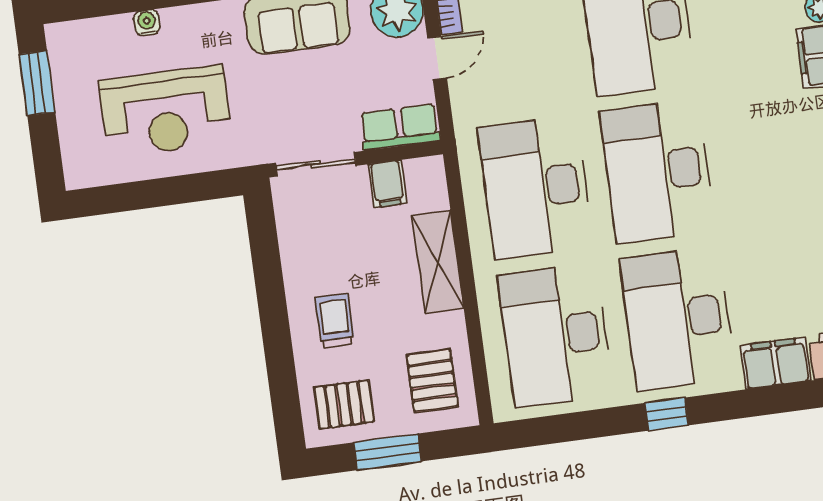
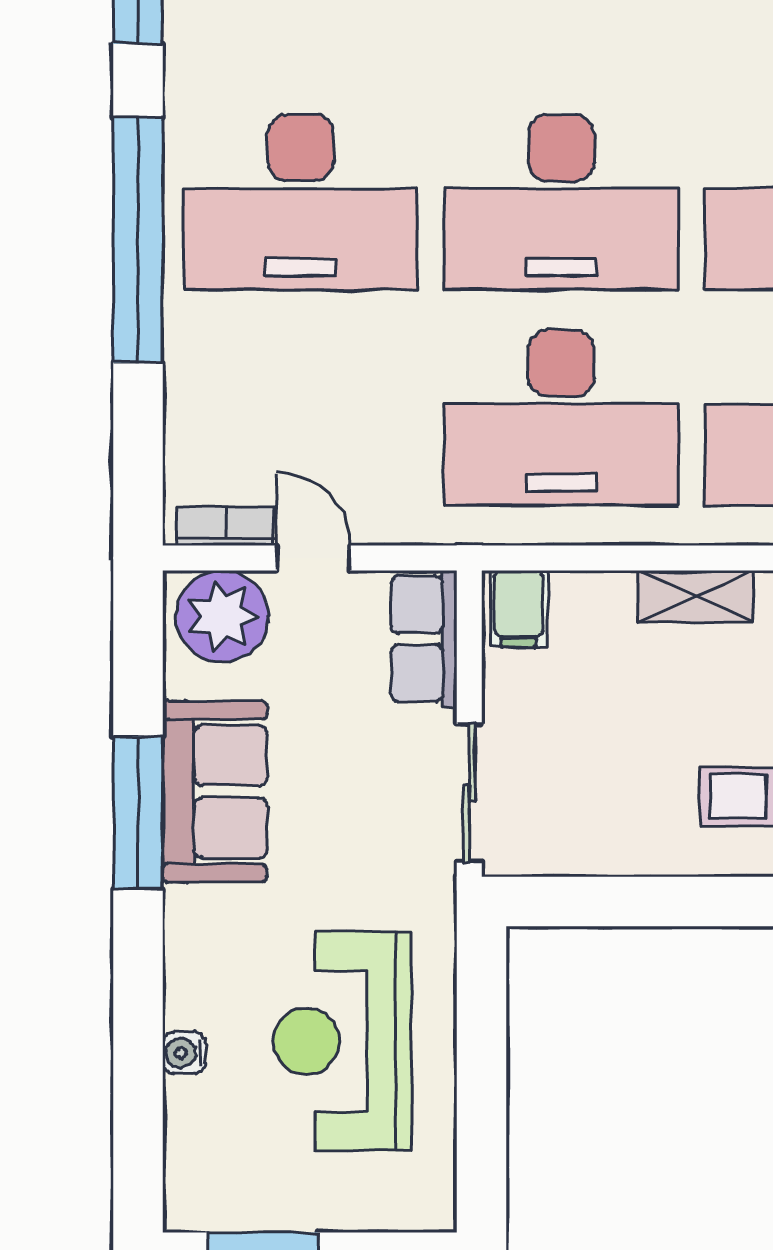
reception desk: (166, 111) -> (342, 1041), turned 180
filing cabinet: (387, 184) -> (519, 609), moved, turned 90
shelving: (438, 262) -> (696, 596), width x0.67, depth x0.75

